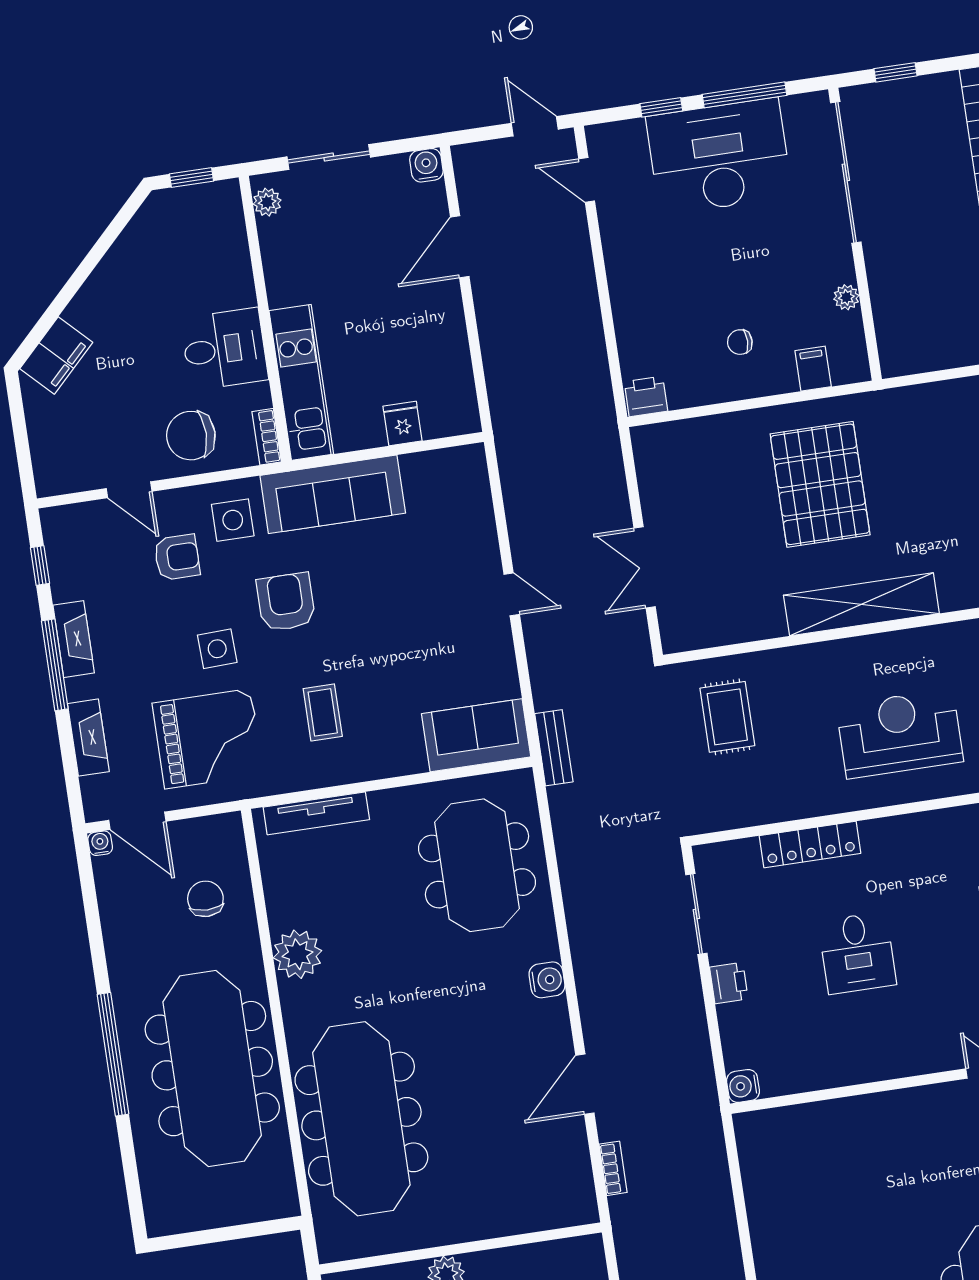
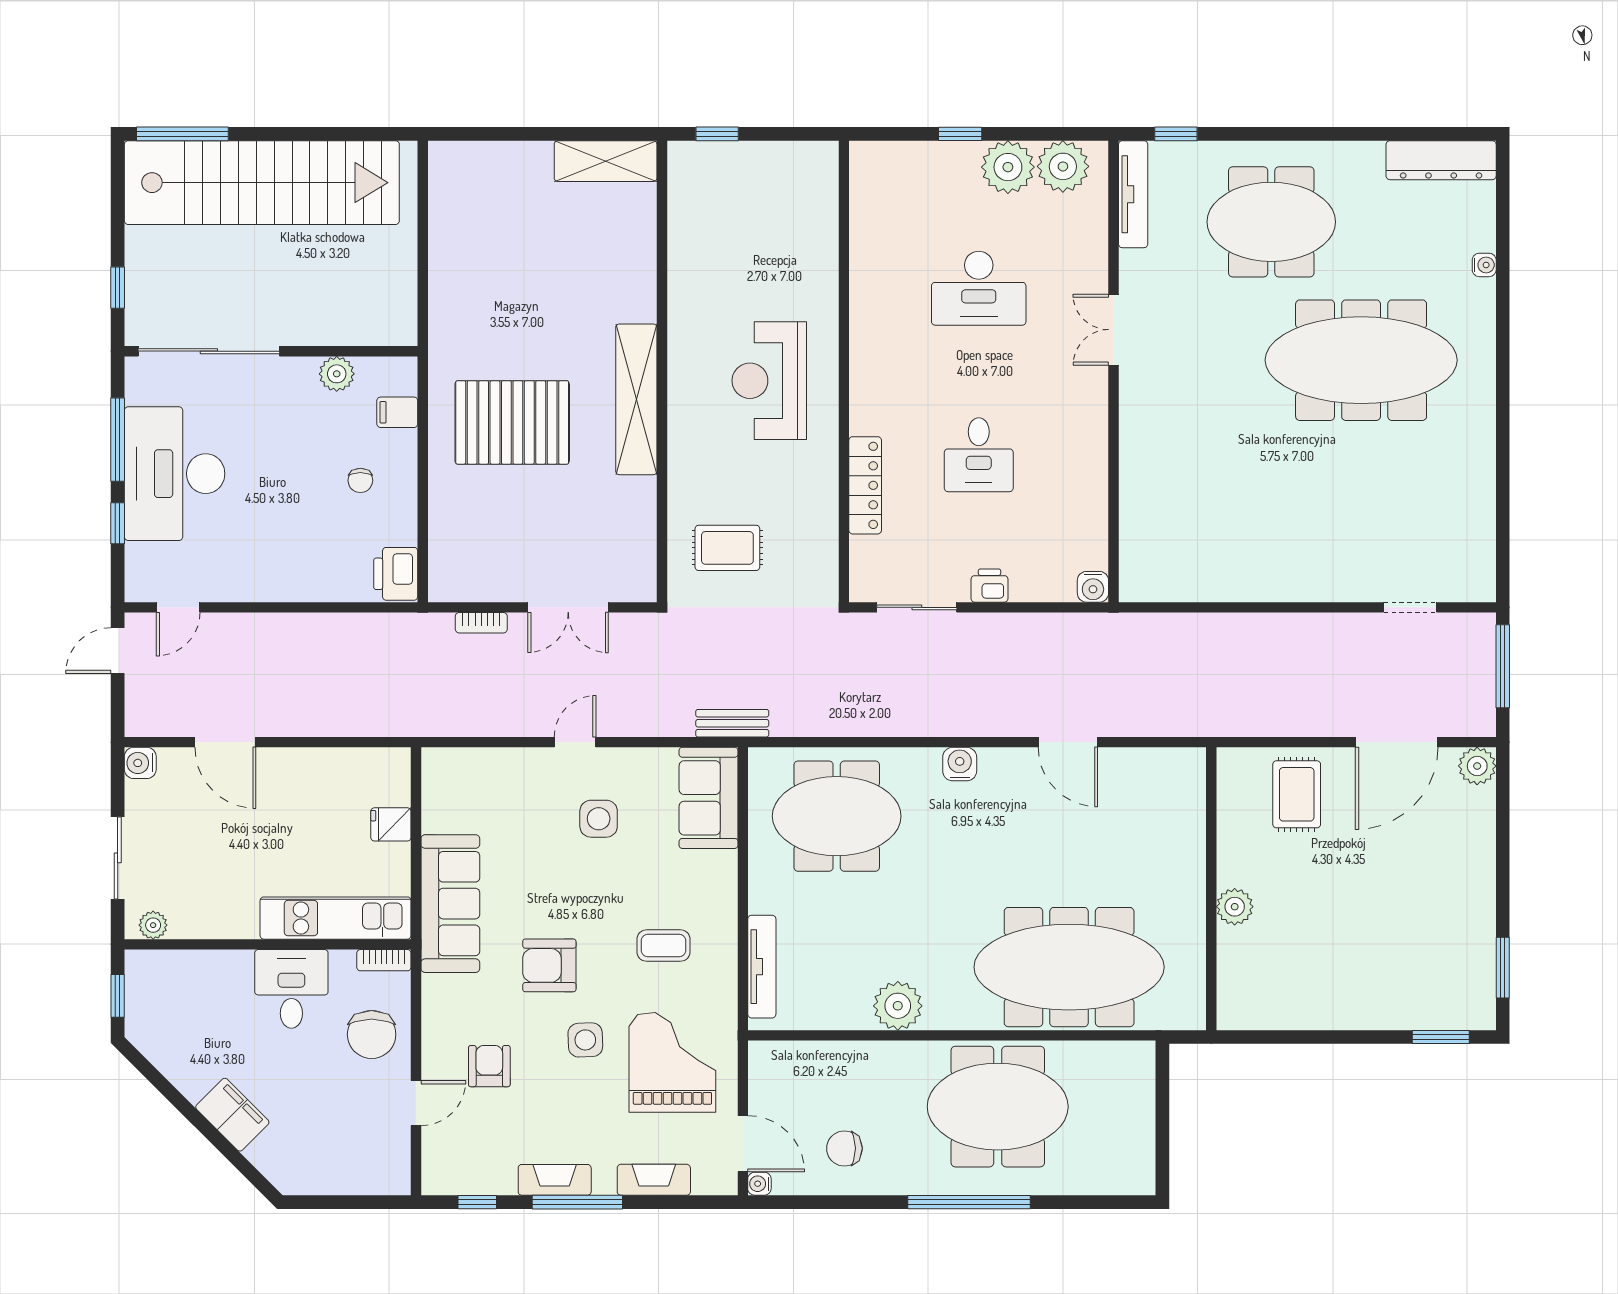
plant: (846, 297) -> (337, 374), width x1.38, depth x1.38
filing cabinet: (56, 355) -> (232, 1115), moved
printer: (646, 396) -> (396, 574), width x1.36, depth x1.24
side table: (233, 520) -> (599, 819), moved
door: (137, 821) -> (743, 1144), hinge flipped
chair: (205, 899) -> (844, 1148), moved
desk: (857, 953) -> (979, 455), turned 90
meeting table: (212, 1069) -> (998, 1107), width x0.73
bookcase: (613, 1168) -> (481, 623), moved, turned 180

